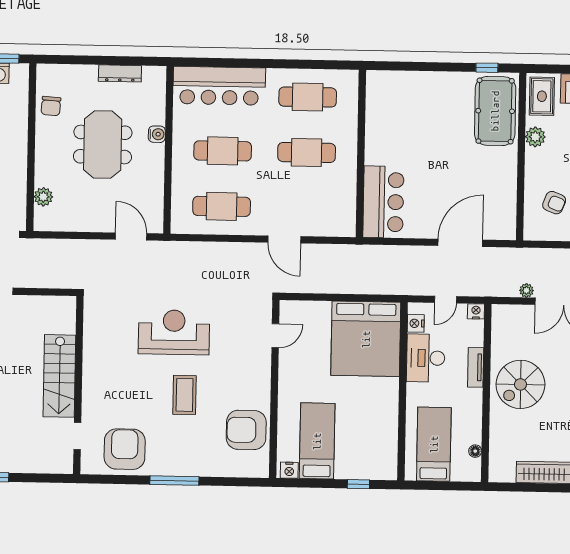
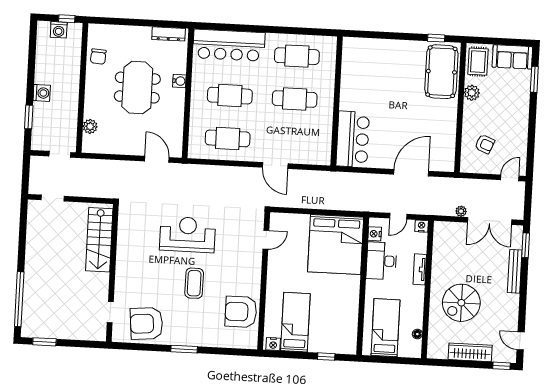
dresser: (120, 73) -> (169, 34), moved
stairs: (59, 376) -> (99, 240), moved
spiral stairs: (520, 384) -> (461, 303), moved
armchair: (125, 449) -> (146, 324), turned -95
window: (174, 481) -> (184, 349), width x0.69

